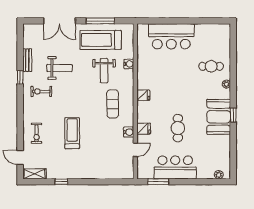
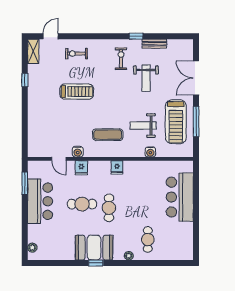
treadmill: (101, 40) -> (176, 122), turned 180
cafe table: (181, 103) -> (109, 208), added

